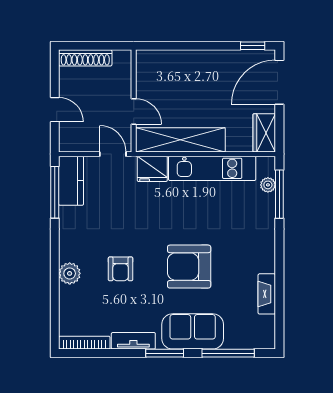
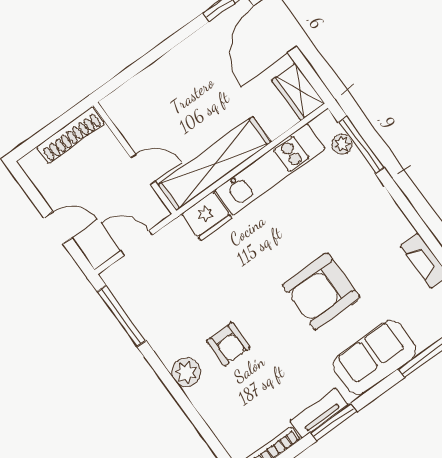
shoe rack: (85, 58) -> (70, 135), moved
door: (113, 154) -> (137, 243), moved
kitchen counter: (71, 181) -> (130, 291), removed
armchair: (121, 269) -> (229, 344), moved
plant: (70, 273) -> (186, 372), moved
window: (165, 353) -> (334, 422), moved

